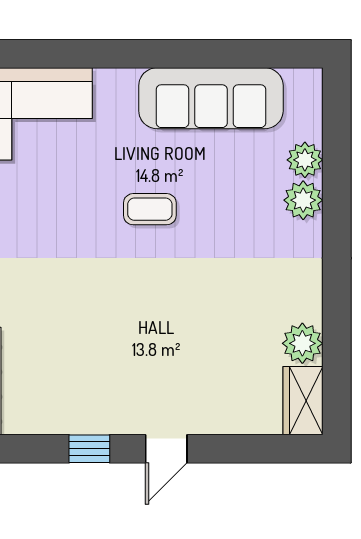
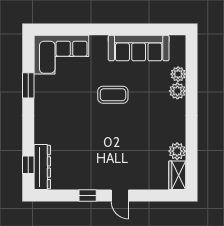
coffee table: (150, 209) -> (113, 95), width x1.36, depth x1.30
door: (166, 449) -> (120, 196), hinge flipped

